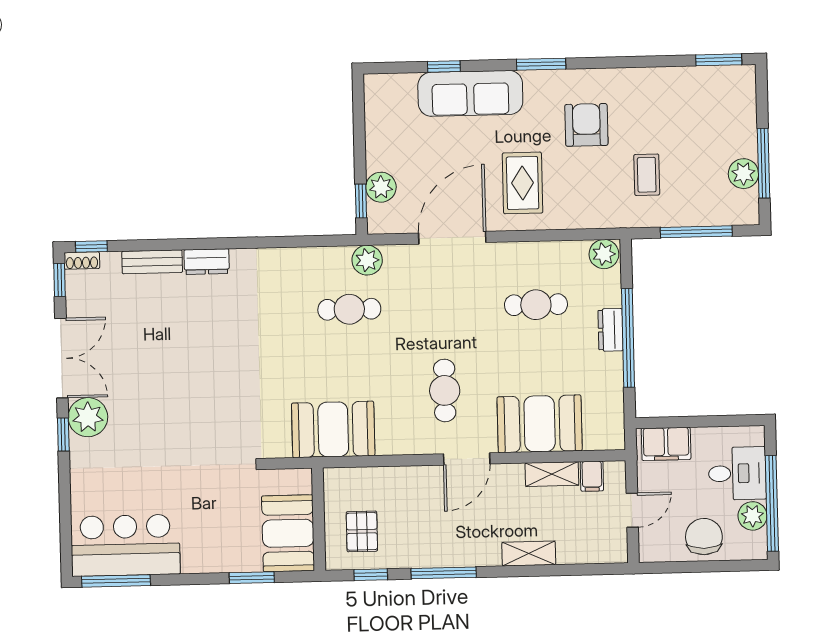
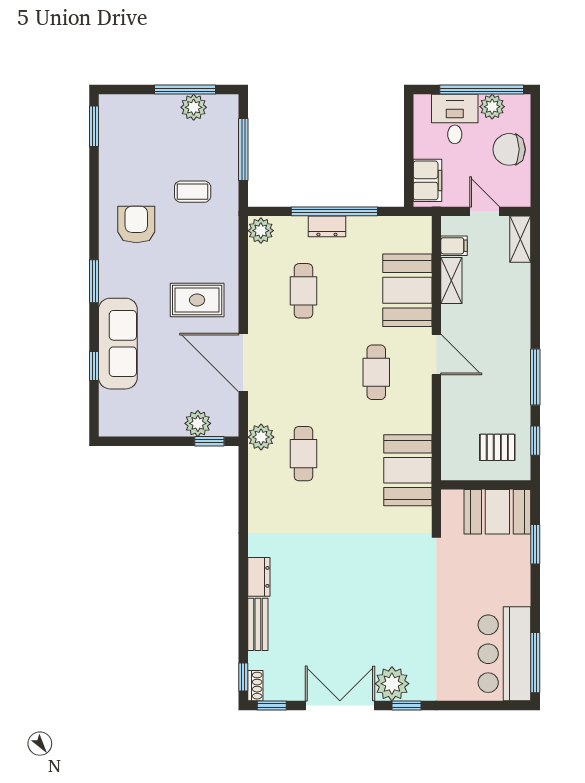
armchair: (586, 125) -> (136, 224), moved, turned 90
cafe table: (445, 390) -> (376, 372), turned 90
shelving: (529, 554) -> (520, 239), moved

